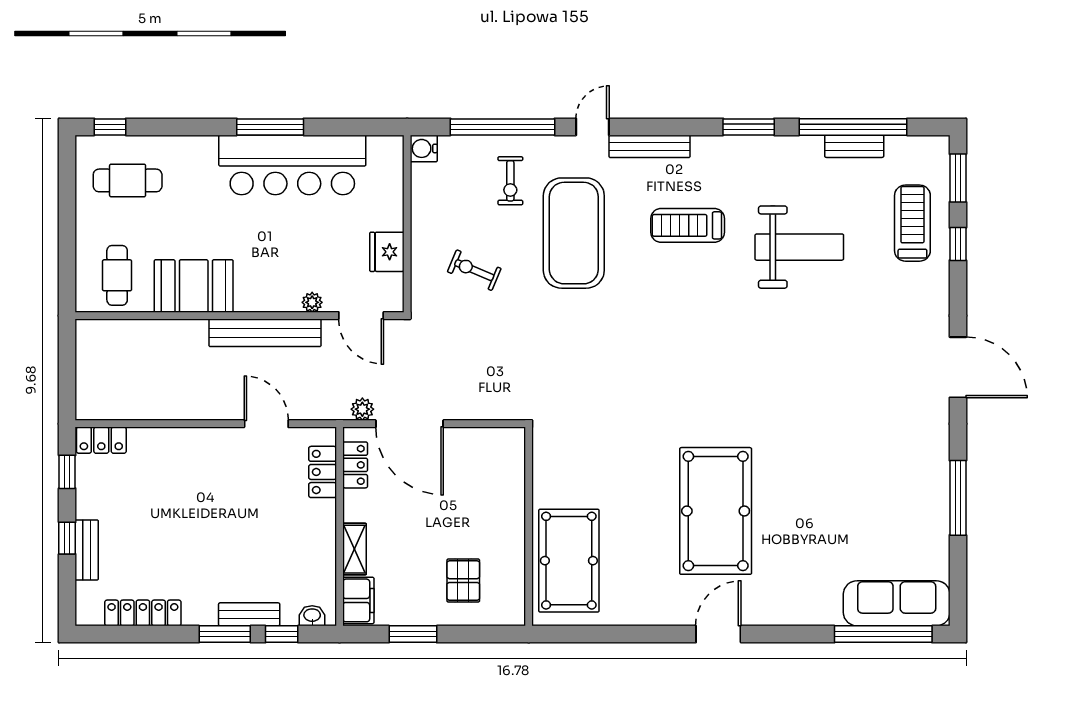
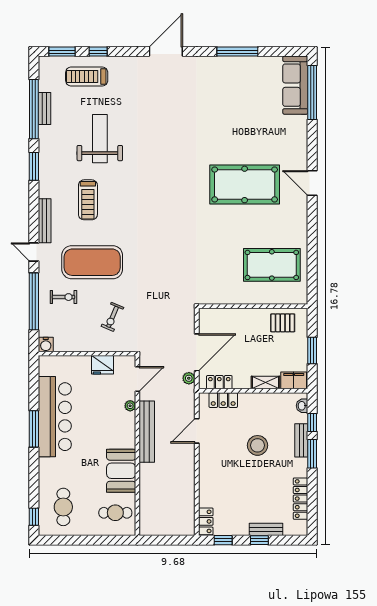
wall: (529, 526) -> (253, 306), moved
stool: (240, 535) -> (257, 445), added

